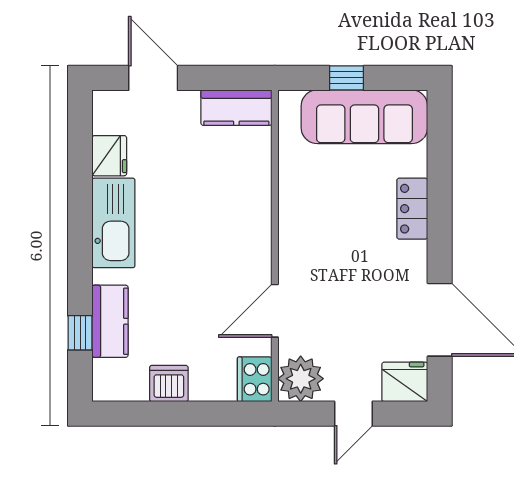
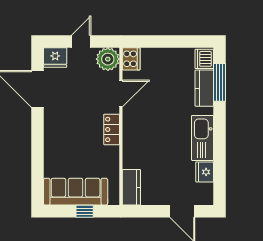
kitchen counter: (236, 108) -> (131, 187), moved, turned 90
locker: (412, 209) -> (112, 129), moved, turned 180
window: (80, 333) -> (219, 82), width x2.17
dishwasher: (169, 384) -> (204, 59), moved, turned 90

